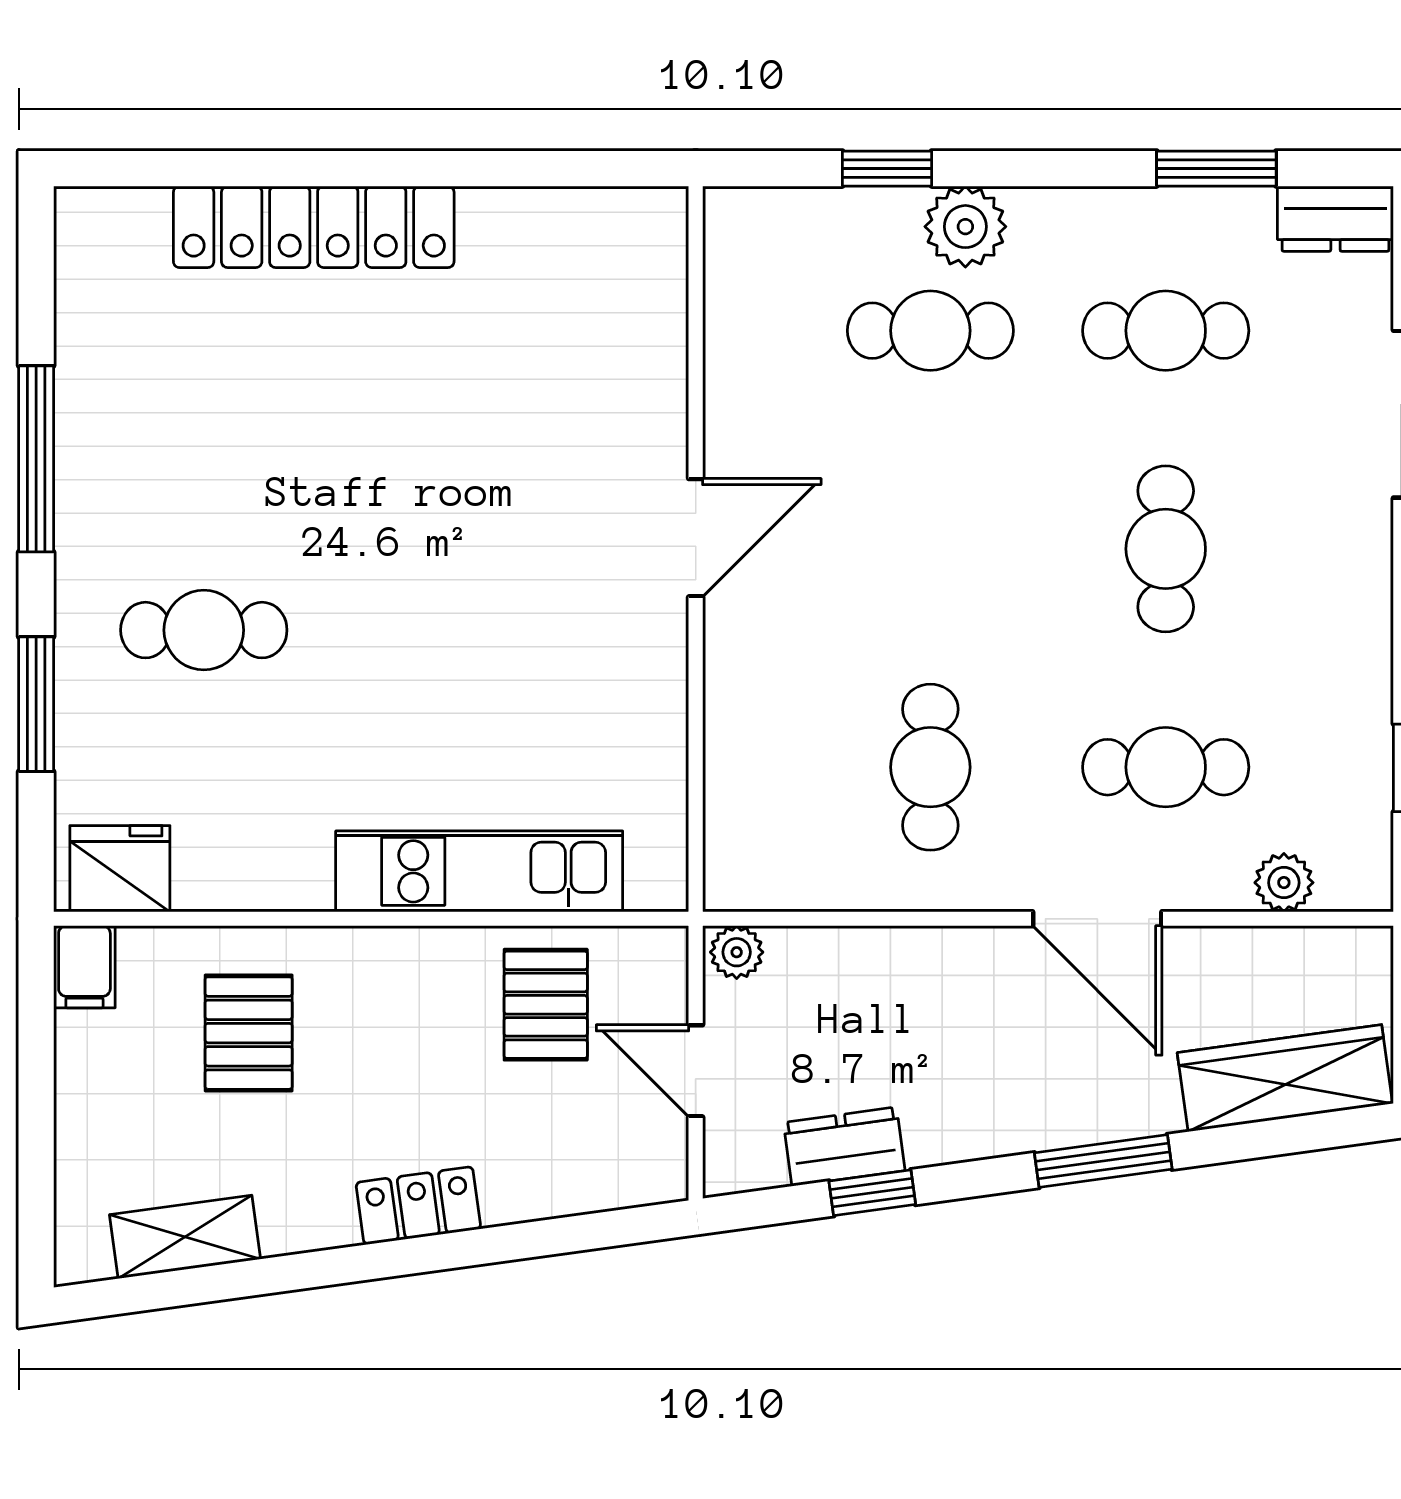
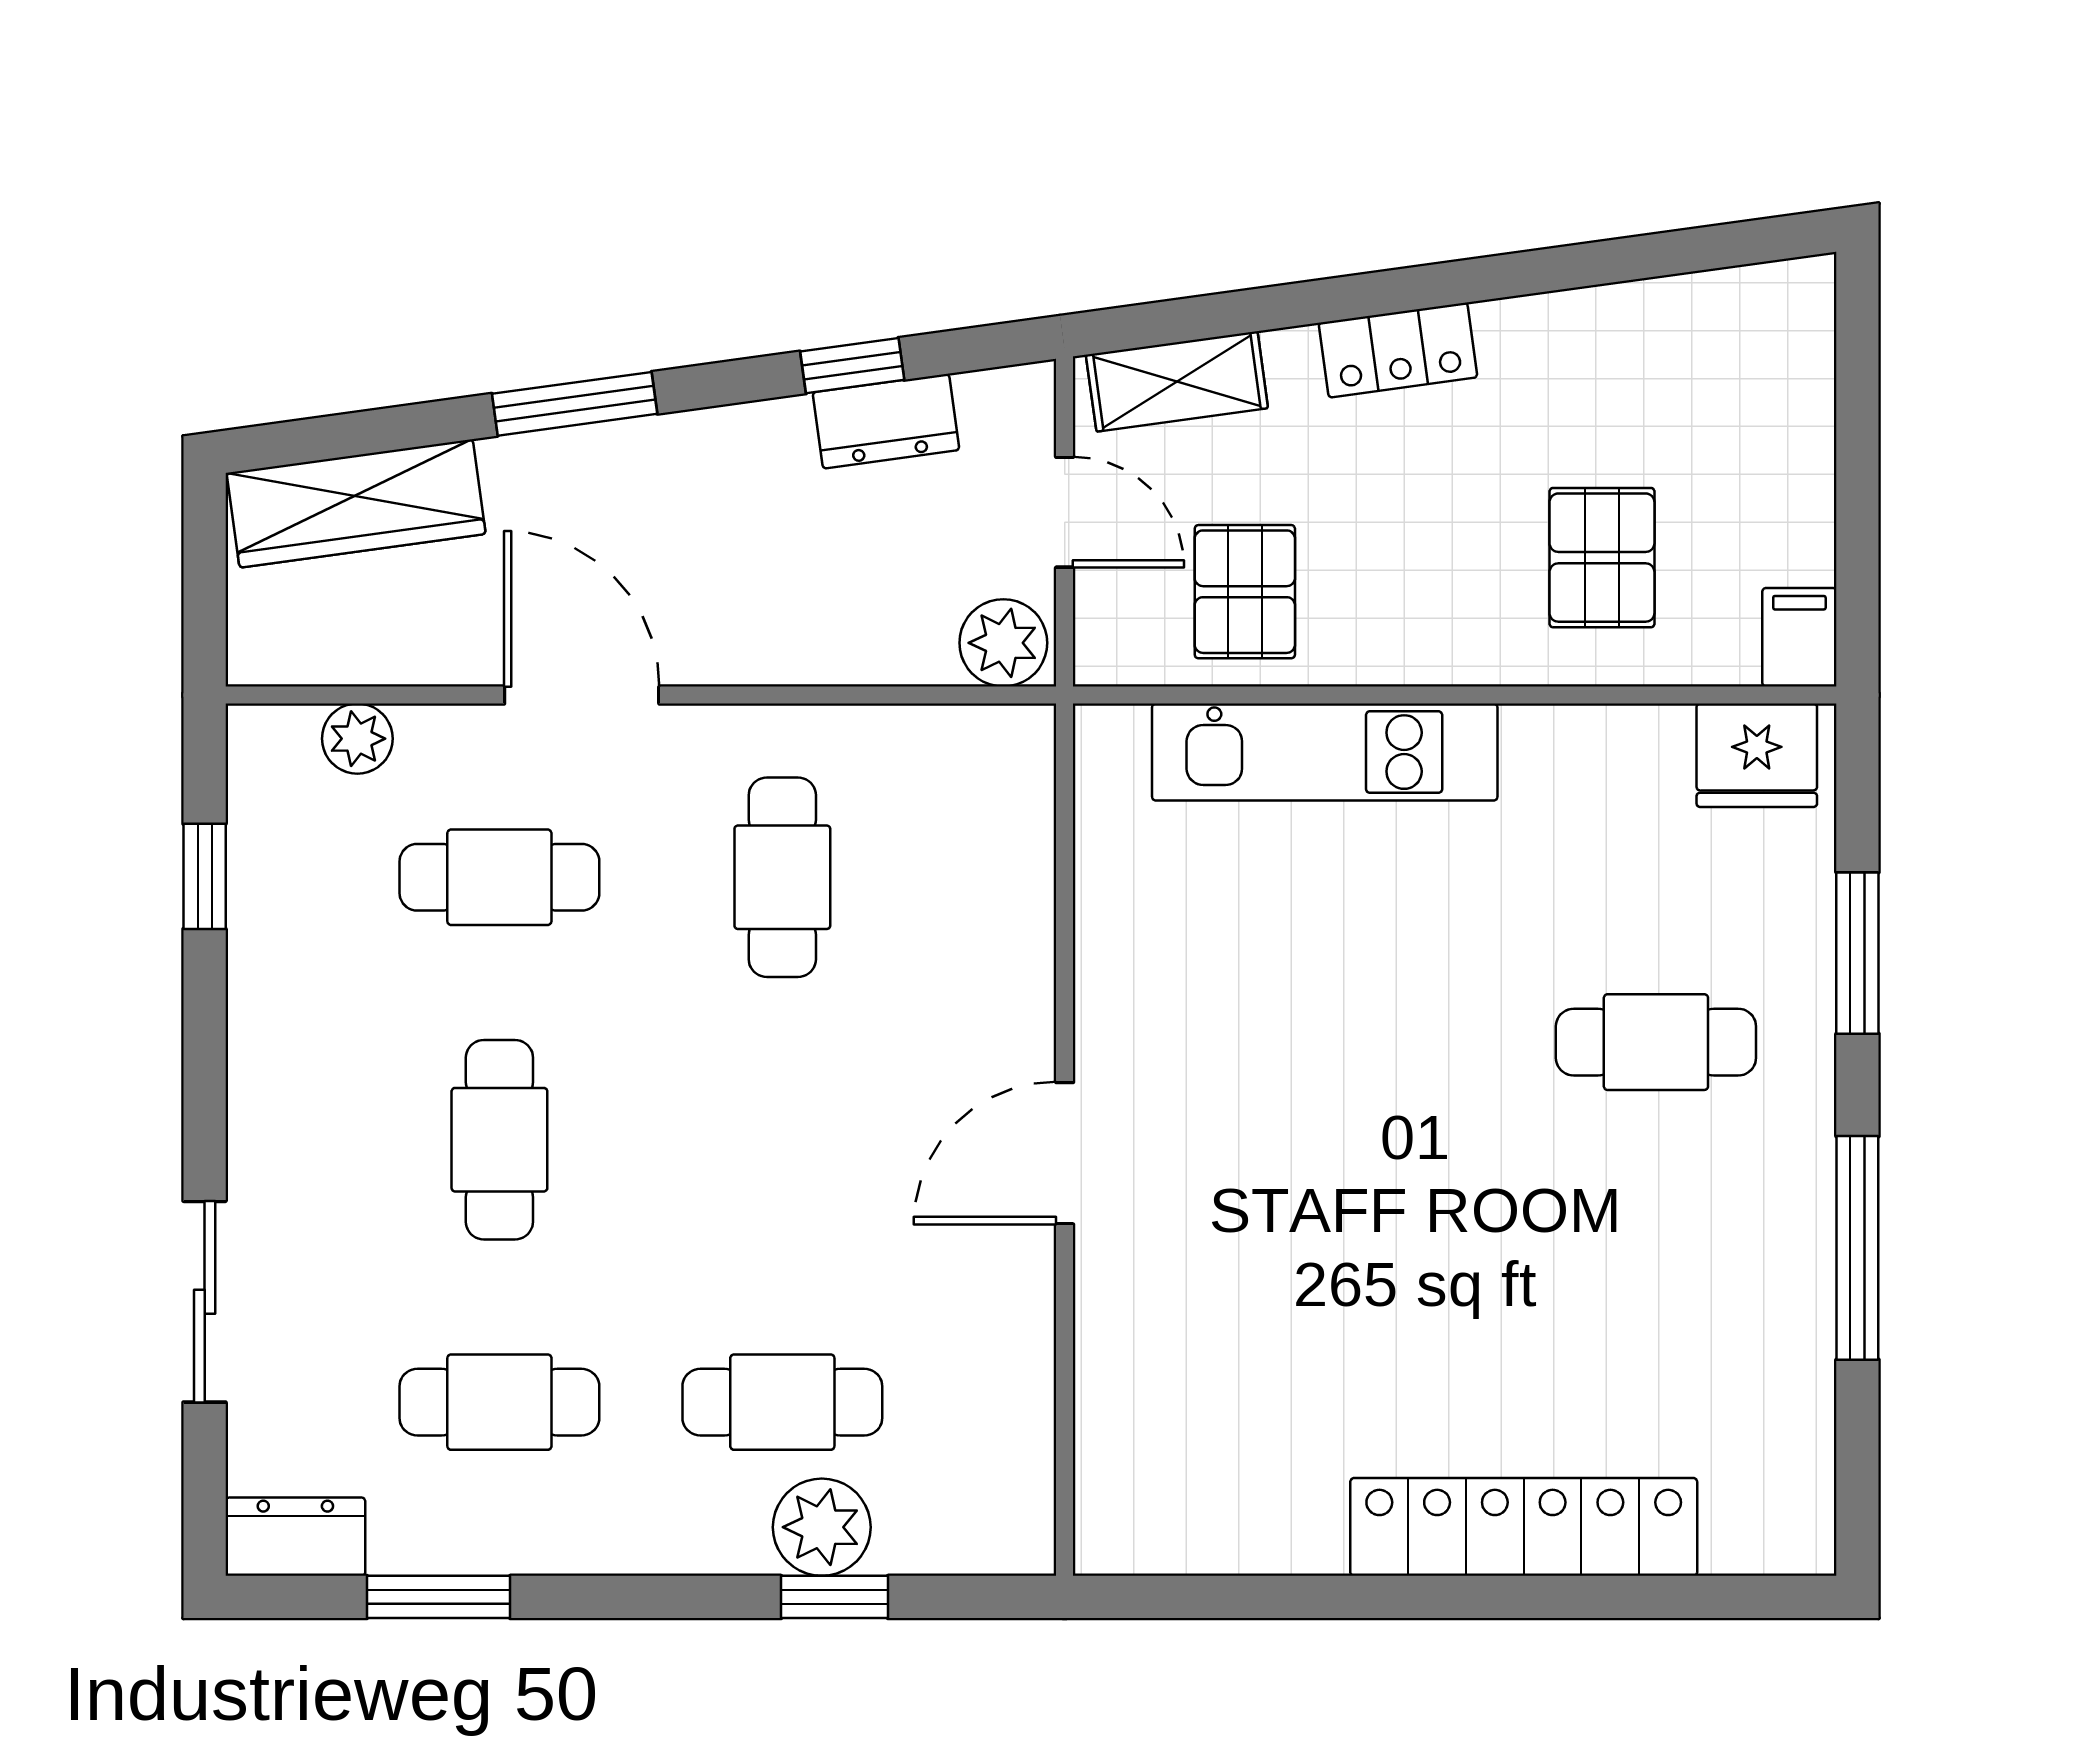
plant: (965, 227) -> (822, 1527), moved
plant: (737, 952) -> (1003, 643), width x1.38, depth x1.38
shelving: (185, 1237) -> (1177, 381), moved

